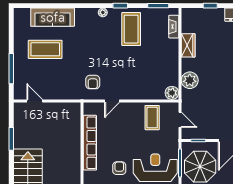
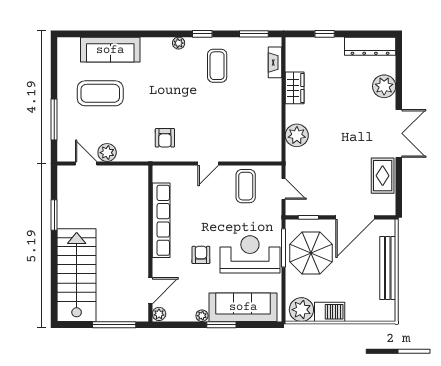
coffee table: (131, 29) -> (217, 66), width x0.73, depth x0.76
plant: (172, 93) -> (107, 153), moved
door: (112, 101) -> (208, 163), moved

